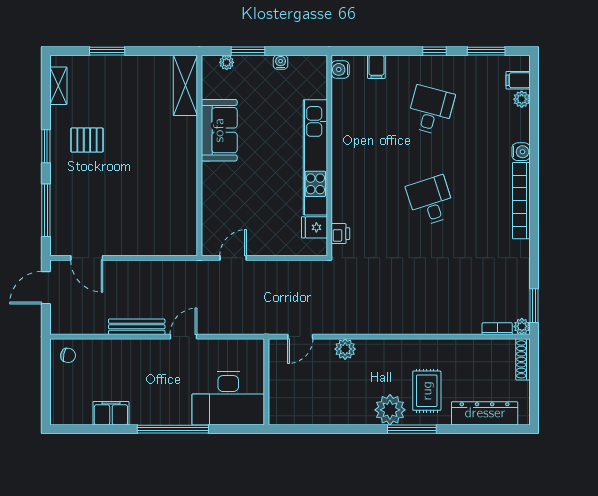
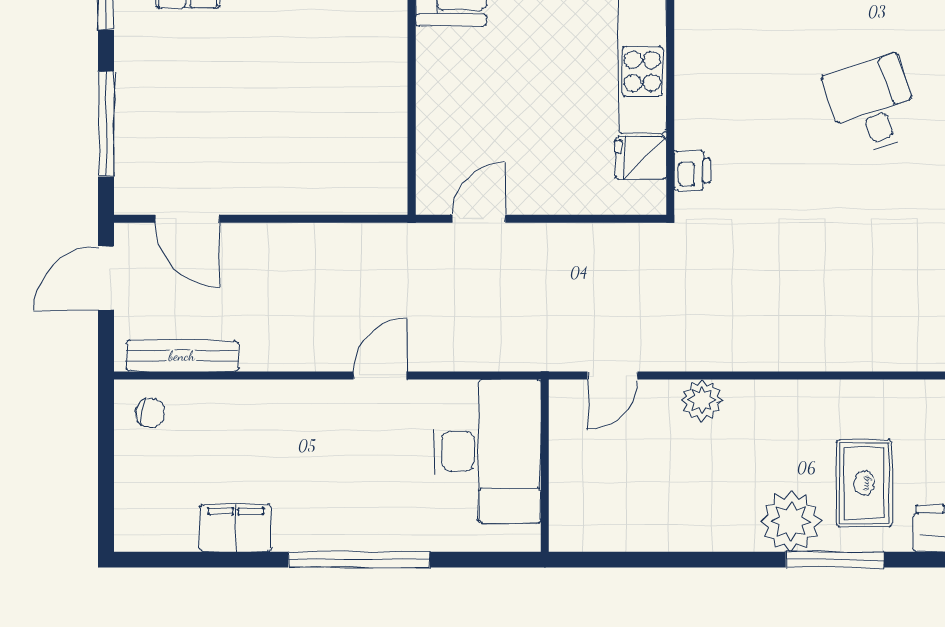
bench: (137, 327) -> (182, 356), moved
desk: (228, 398) -> (487, 451), moved, turned -90

